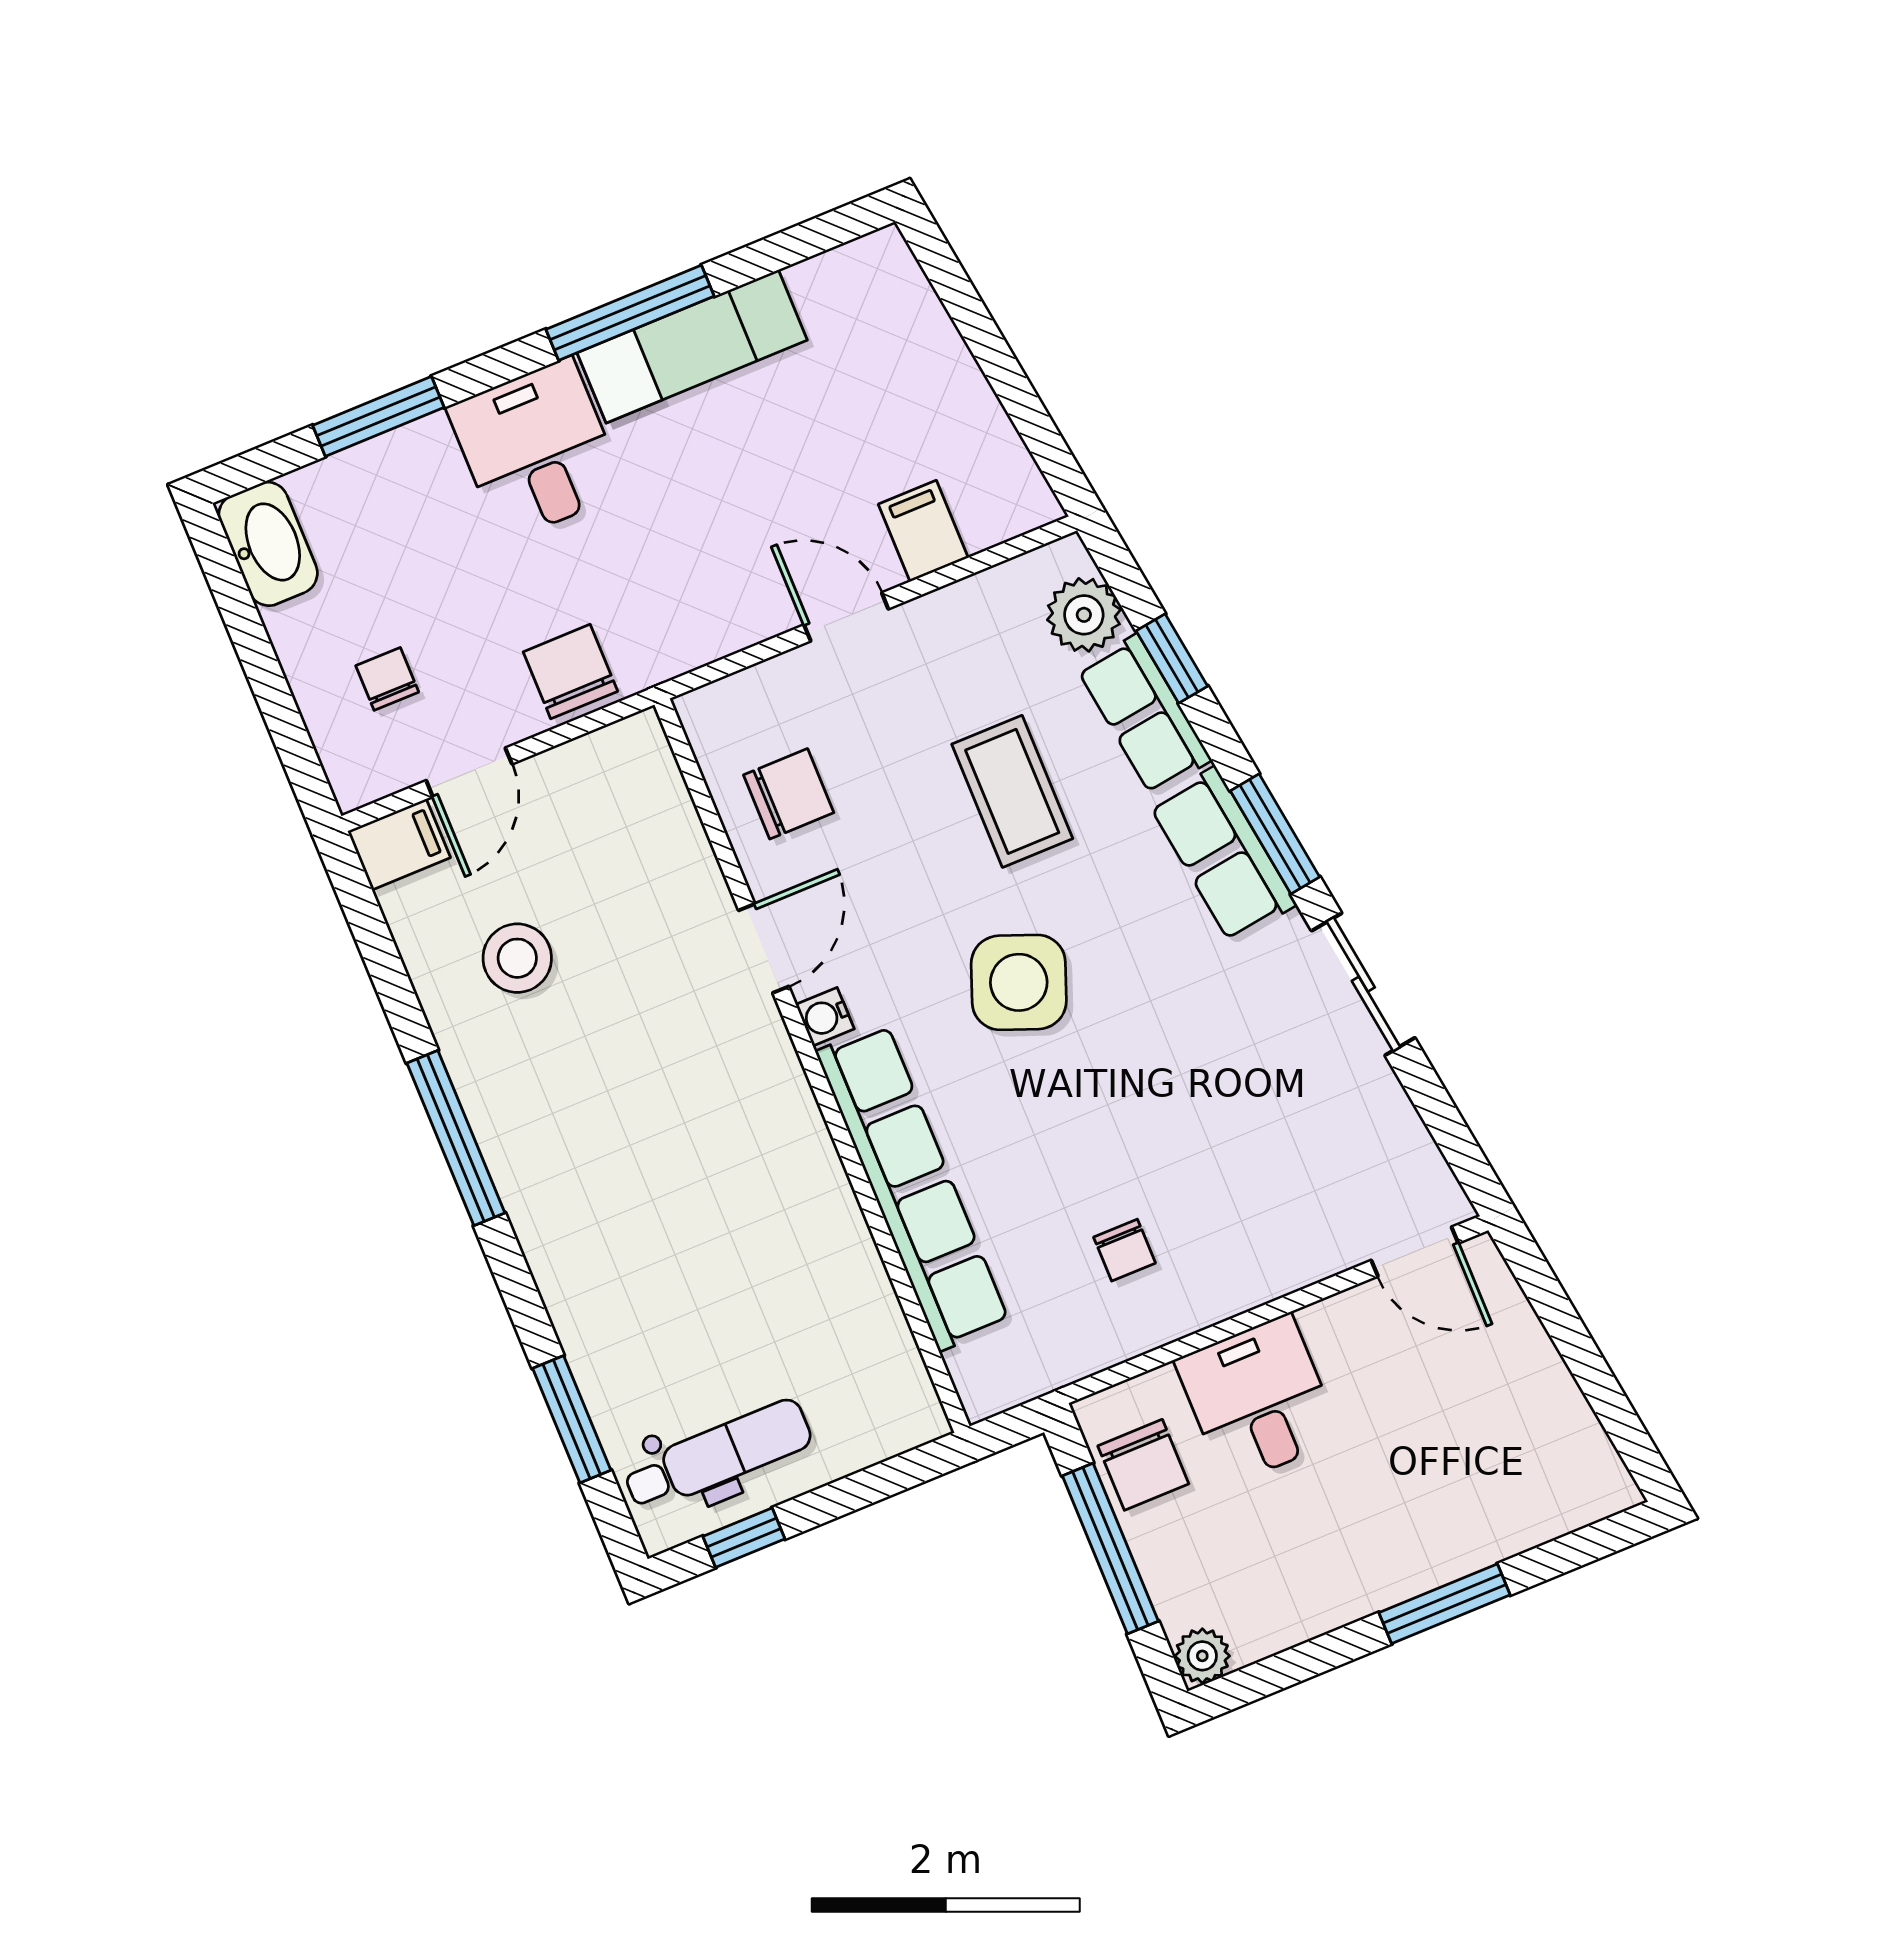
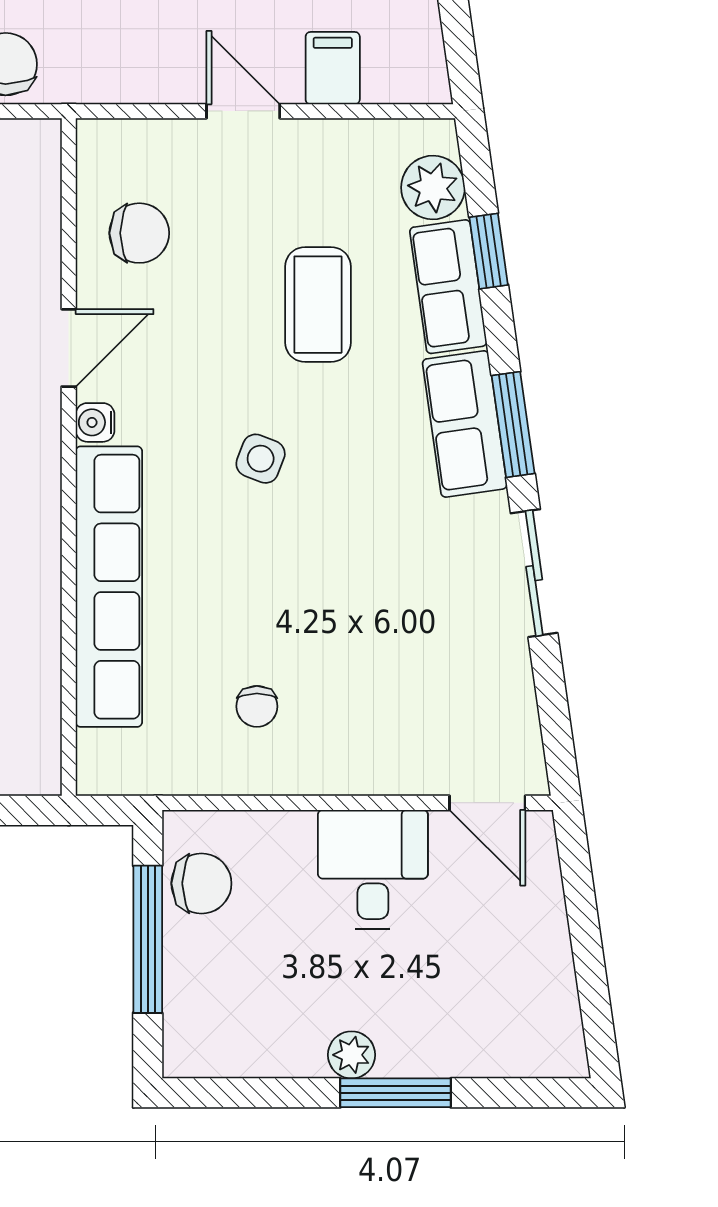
side table: (1019, 982) -> (261, 459), width x0.54, depth x0.54
desk: (1258, 1400) -> (373, 869), moved
chair: (1143, 1465) -> (201, 883), turned -90
plant: (1202, 1656) -> (352, 1055), moved

